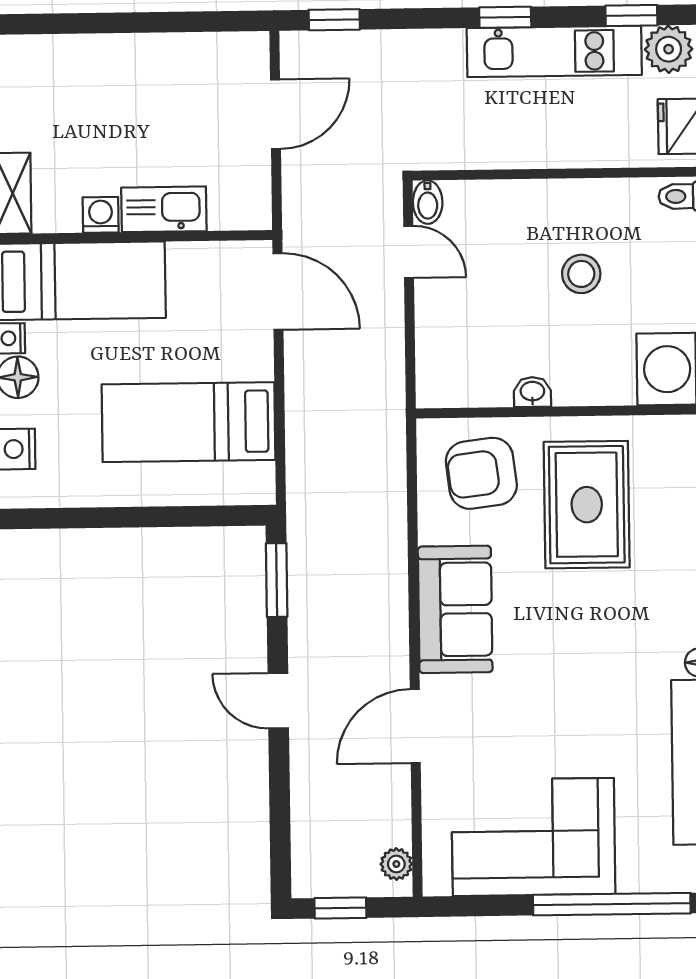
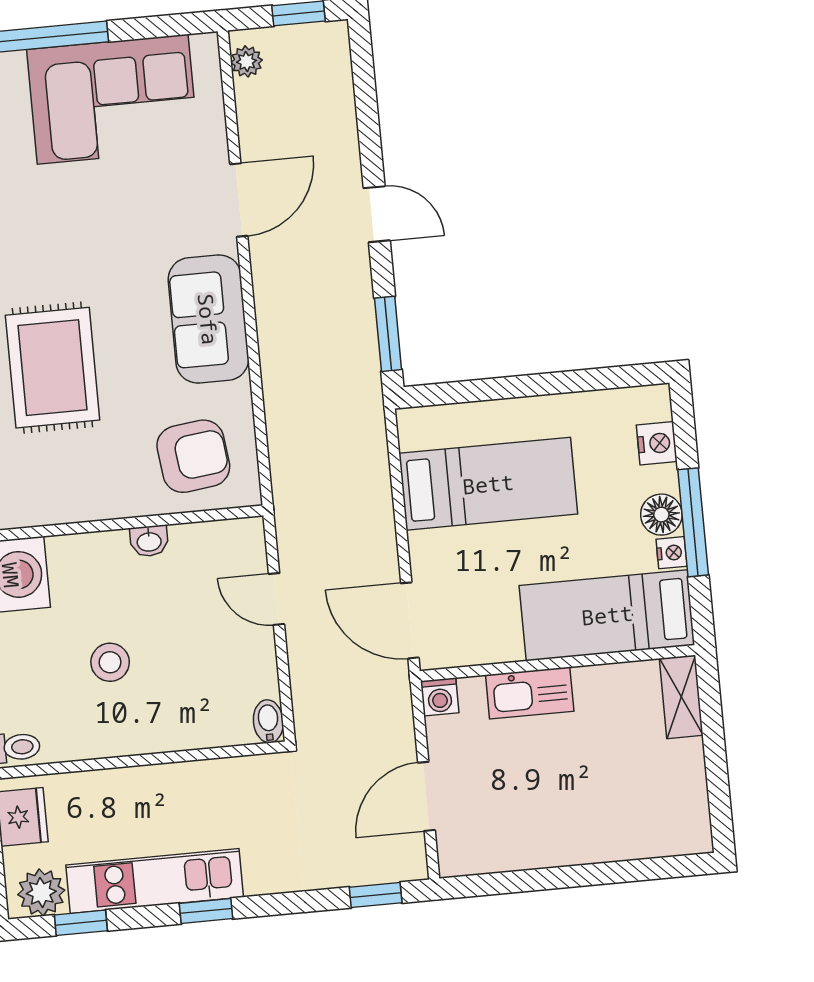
washing machine: (101, 215) -> (440, 697), moved
door: (409, 252) -> (276, 599), moved
rug: (587, 505) -> (53, 368), moved

